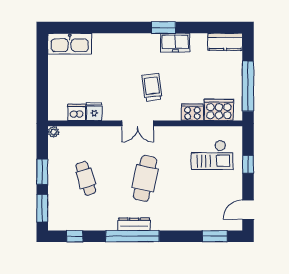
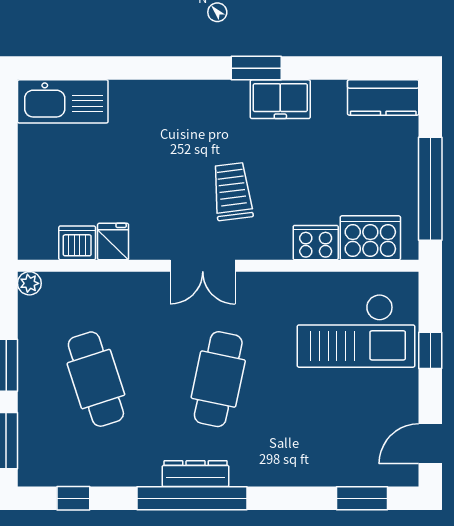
checkout: (212, 155) -> (356, 331), width x1.36, depth x1.21
cafe table: (86, 178) -> (96, 379), width x1.37, depth x1.35

